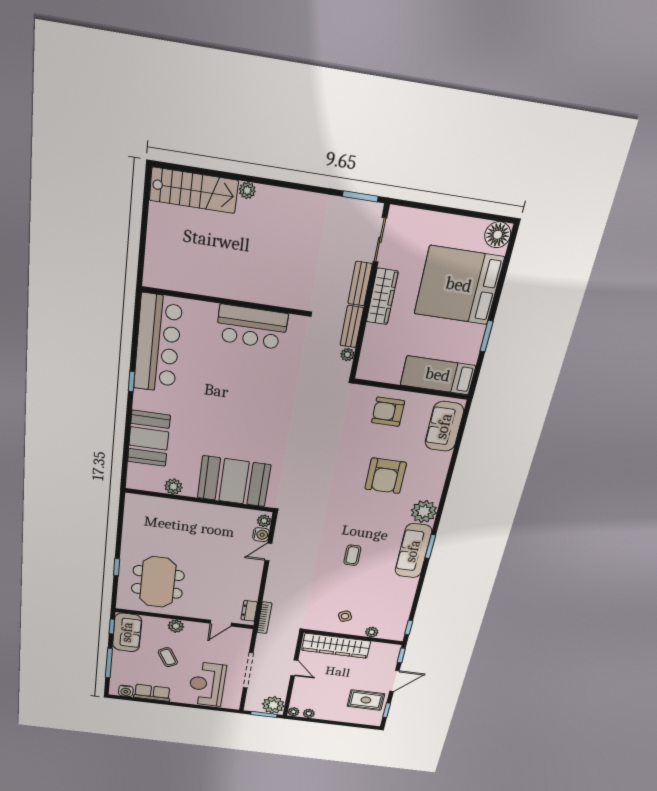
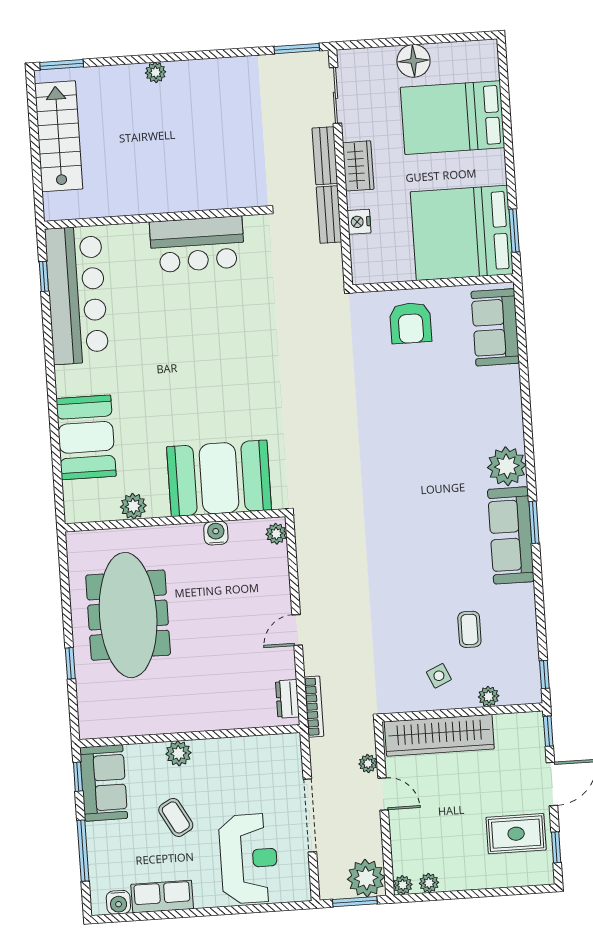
window: (175, 167) -> (62, 65), added
stairs: (194, 190) -> (59, 136), moved, turned -90
floor lamp: (498, 235) -> (414, 61), moved
bed: (459, 285) -> (453, 118), width x0.73
wardrobe: (382, 296) -> (358, 166), width x0.67
nightstand: (372, 336) -> (359, 222), added
window: (486, 336) -> (514, 230), moved
plant: (347, 355) -> (368, 764), moved
bed: (438, 375) -> (462, 233), width x2.04
window: (132, 381) -> (44, 276), moved
armchair: (388, 412) -> (411, 323), turned -90
armchair: (386, 476) -> (435, 421), removed
water cooler: (261, 535) -> (216, 533), moved, turned -90
door: (268, 552) -> (297, 630), moved
coffee table: (352, 555) -> (469, 629), moved
meeting table: (158, 582) -> (128, 615), moved, width x1.36
door: (221, 623) -> (248, 732), removed
reception desk: (207, 684) -> (249, 859), turned 180

